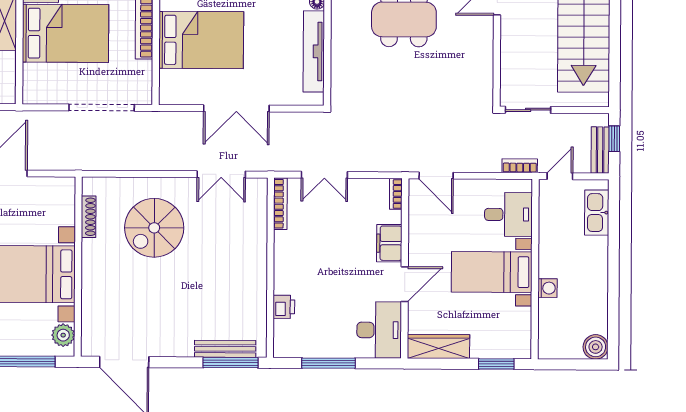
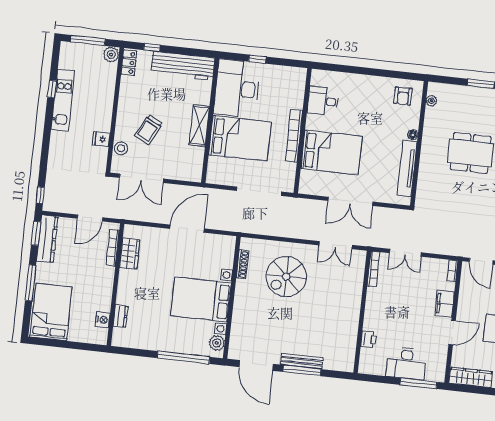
desk: (379, 330) -> (406, 363), moved, turned 90
bench: (225, 349) -> (302, 361), moved
window: (231, 363) -> (302, 370), moved
window: (328, 363) -> (419, 383), moved

